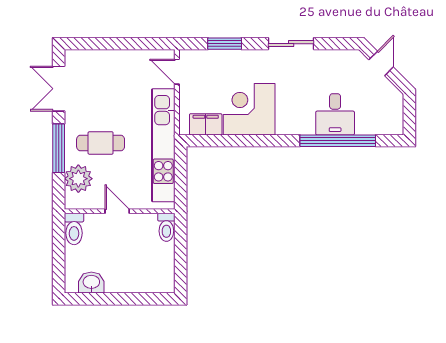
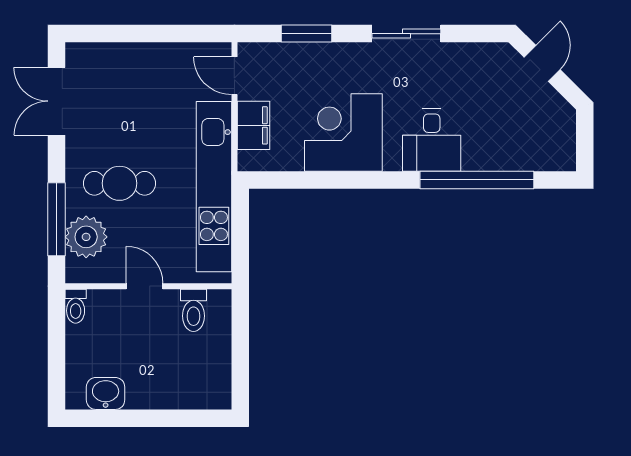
desk: (335, 114) -> (432, 140), moved
filing cabinet: (206, 124) -> (254, 125), moved, turned 90
window: (59, 148) -> (56, 219), moved
toilet: (166, 227) -> (194, 310), moved
toilet: (74, 229) -> (76, 306), width x0.73, depth x0.72

